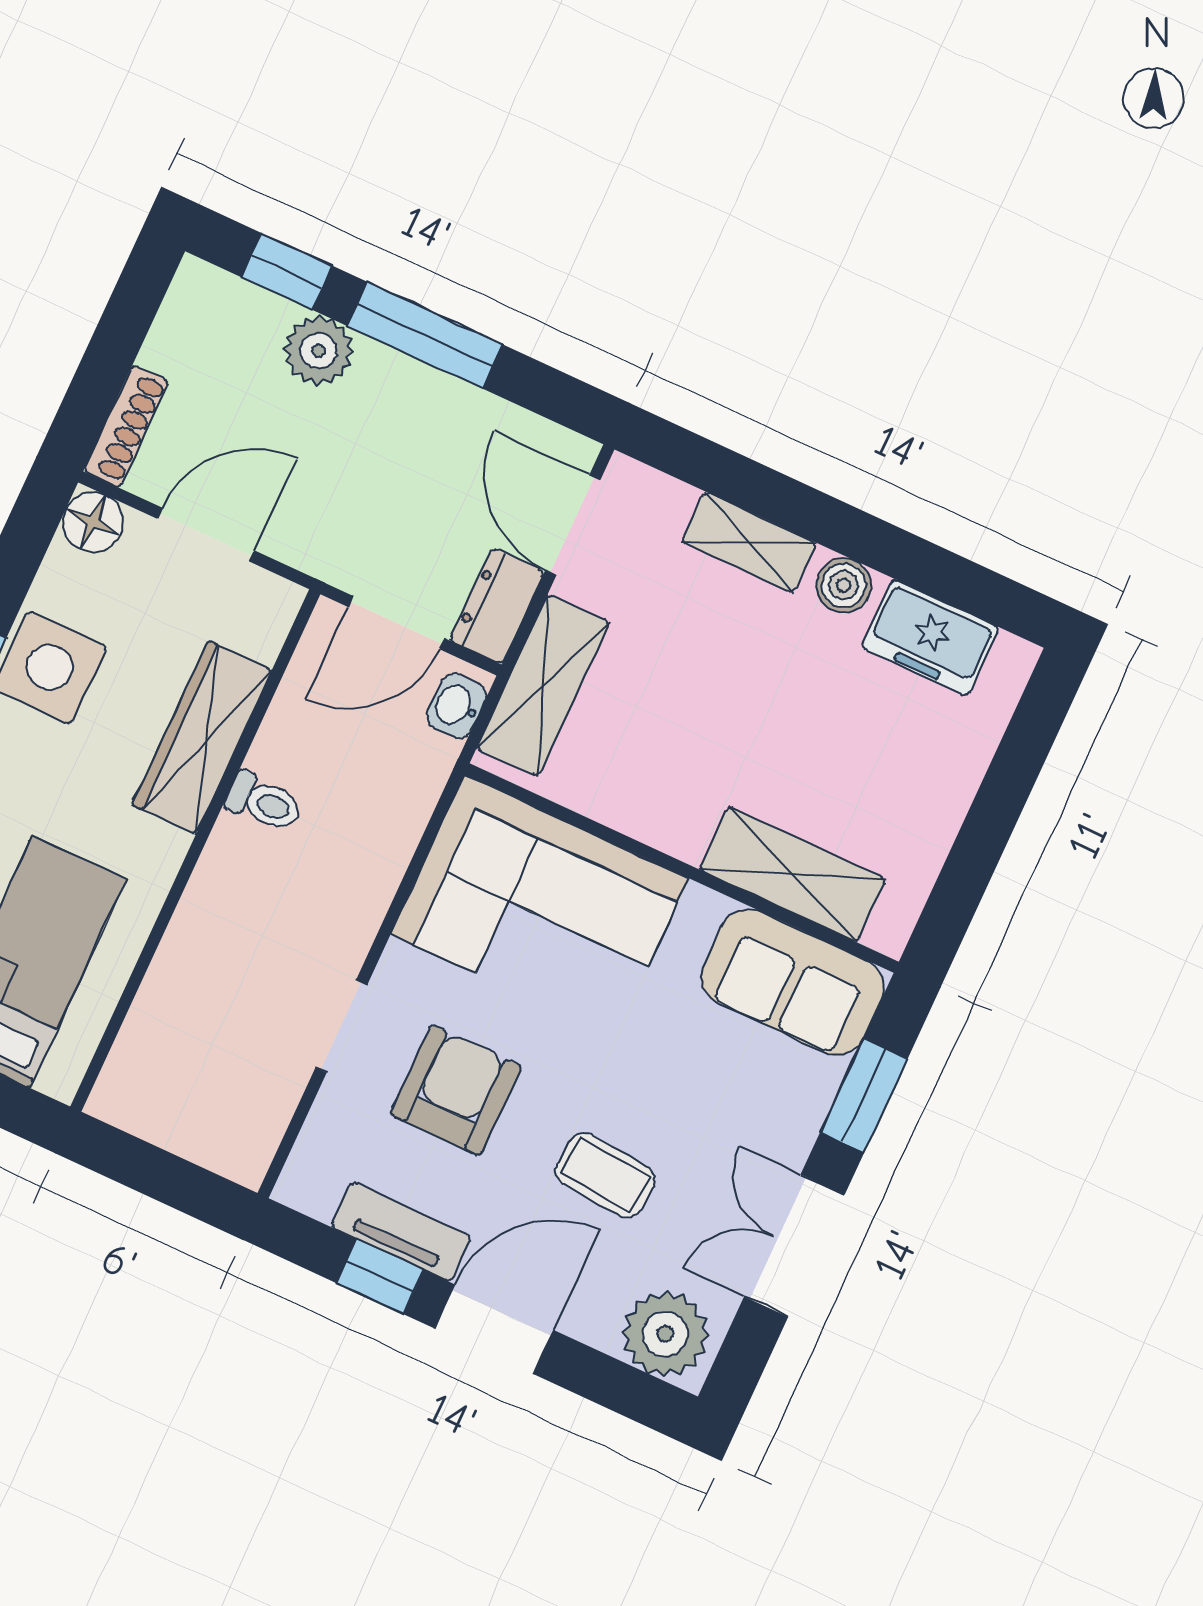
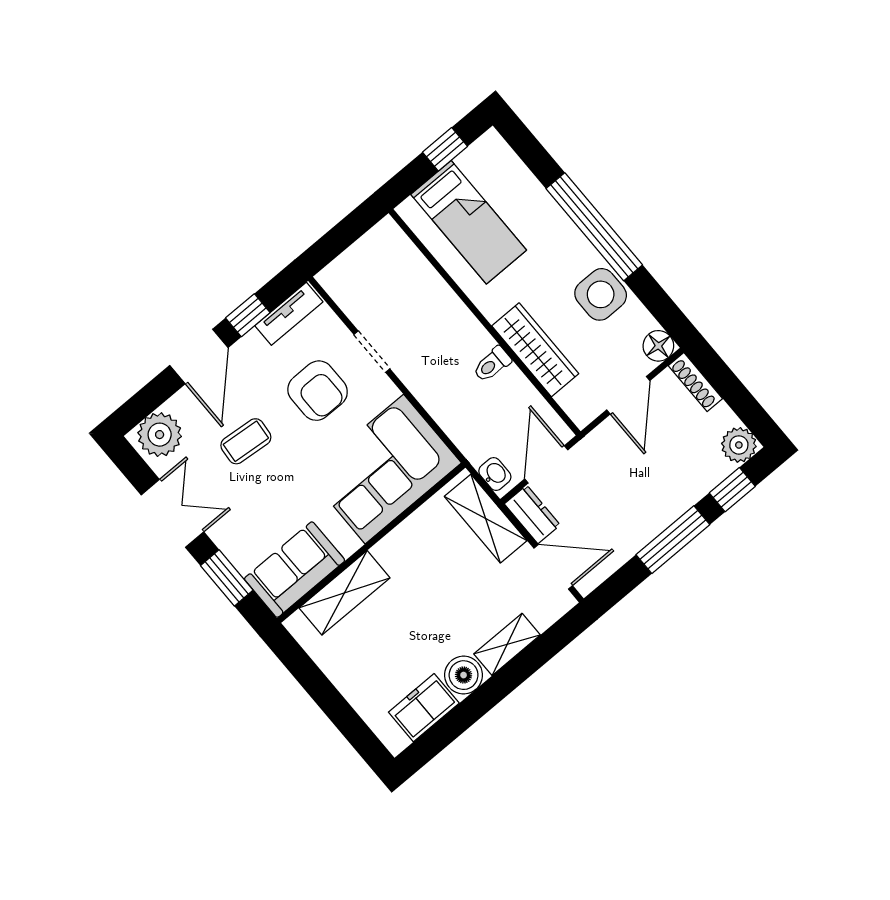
plant: (318, 351) -> (739, 445), moved
boiler: (844, 585) -> (464, 675), width x1.36, depth x1.36
tv unit: (401, 1232) -> (289, 314), moved

